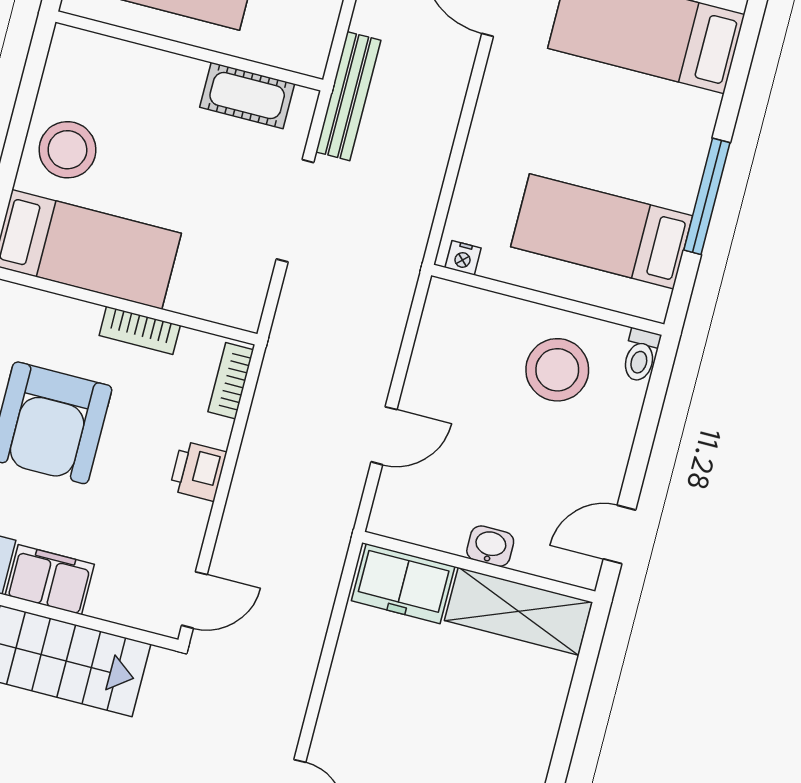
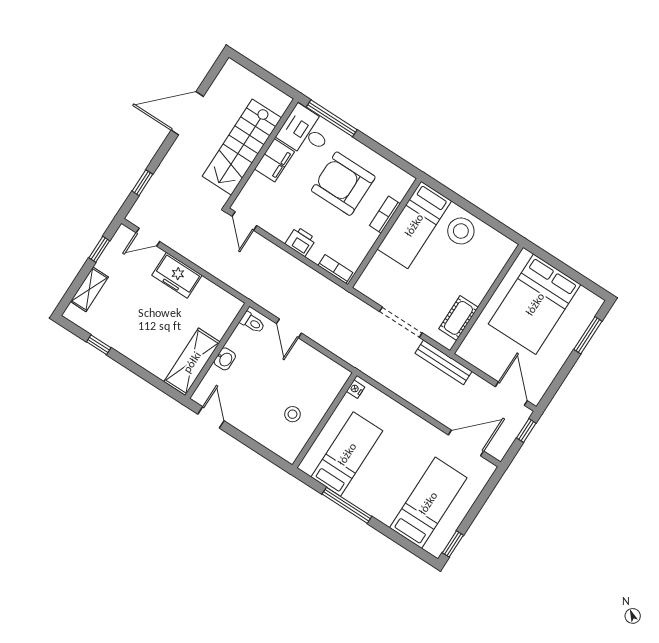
bookcase: (140, 330) -> (385, 215), moved
toilet: (641, 355) -> (252, 323), moved, turned 180
stool: (557, 370) -> (292, 414), width x0.53, depth x0.53
freezer: (403, 584) -> (177, 275), moved, turned -90

